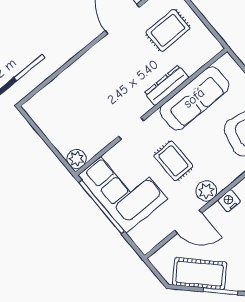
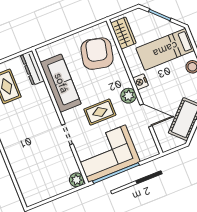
dresser: (167, 85) -> (32, 68), moved
door: (188, 222) -> (146, 115), hinge flipped

